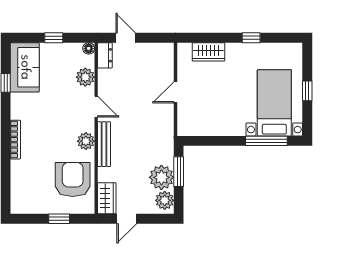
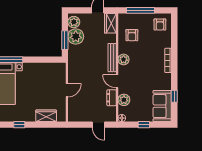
dresser: (105, 55) -> (112, 98), moved
armchair: (73, 180) -> (132, 35), width x0.53, depth x0.53
armchair: (28, 196) -> (160, 24), added
window: (59, 219) -> (140, 10), width x2.17

